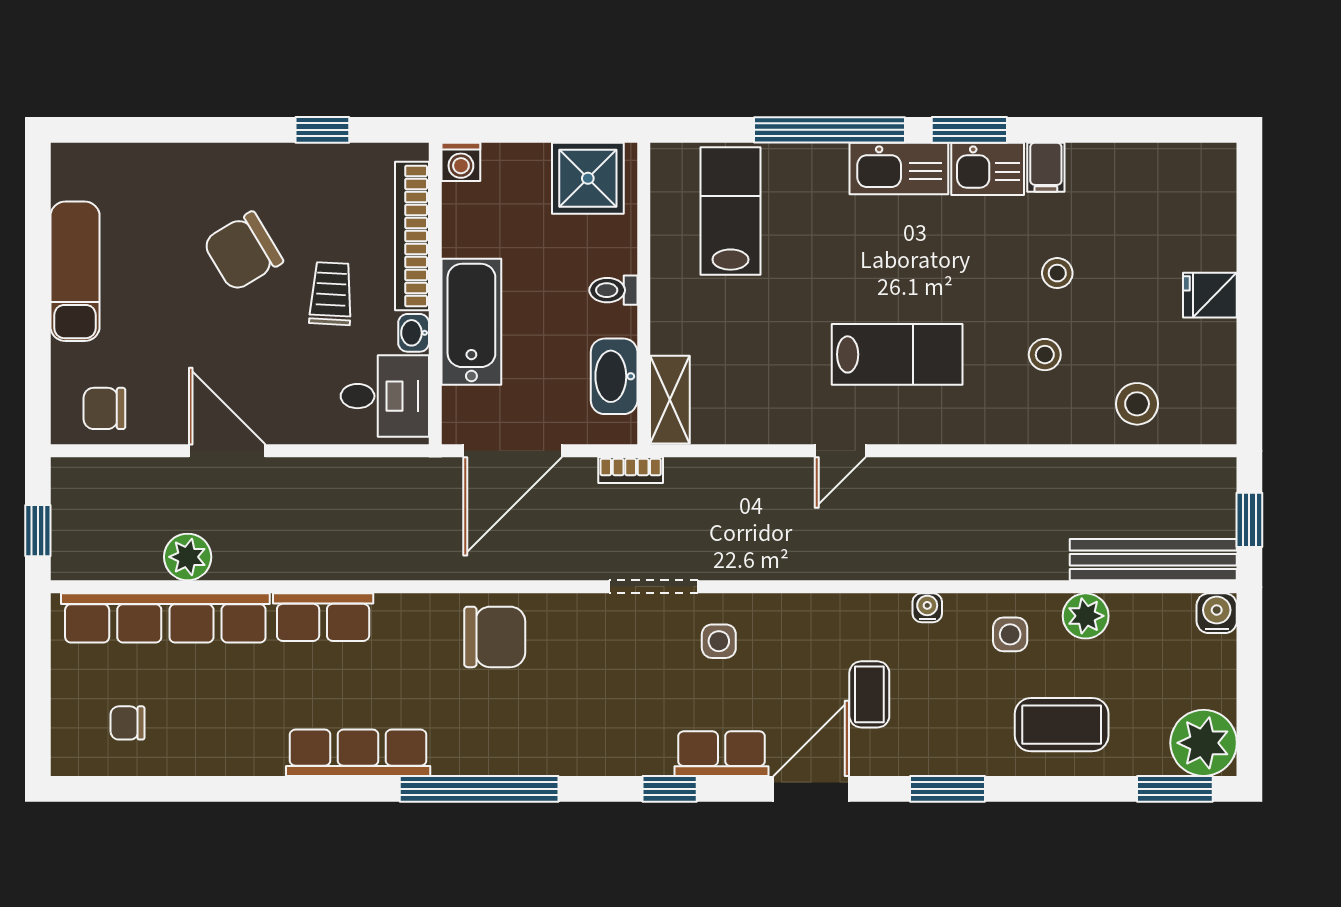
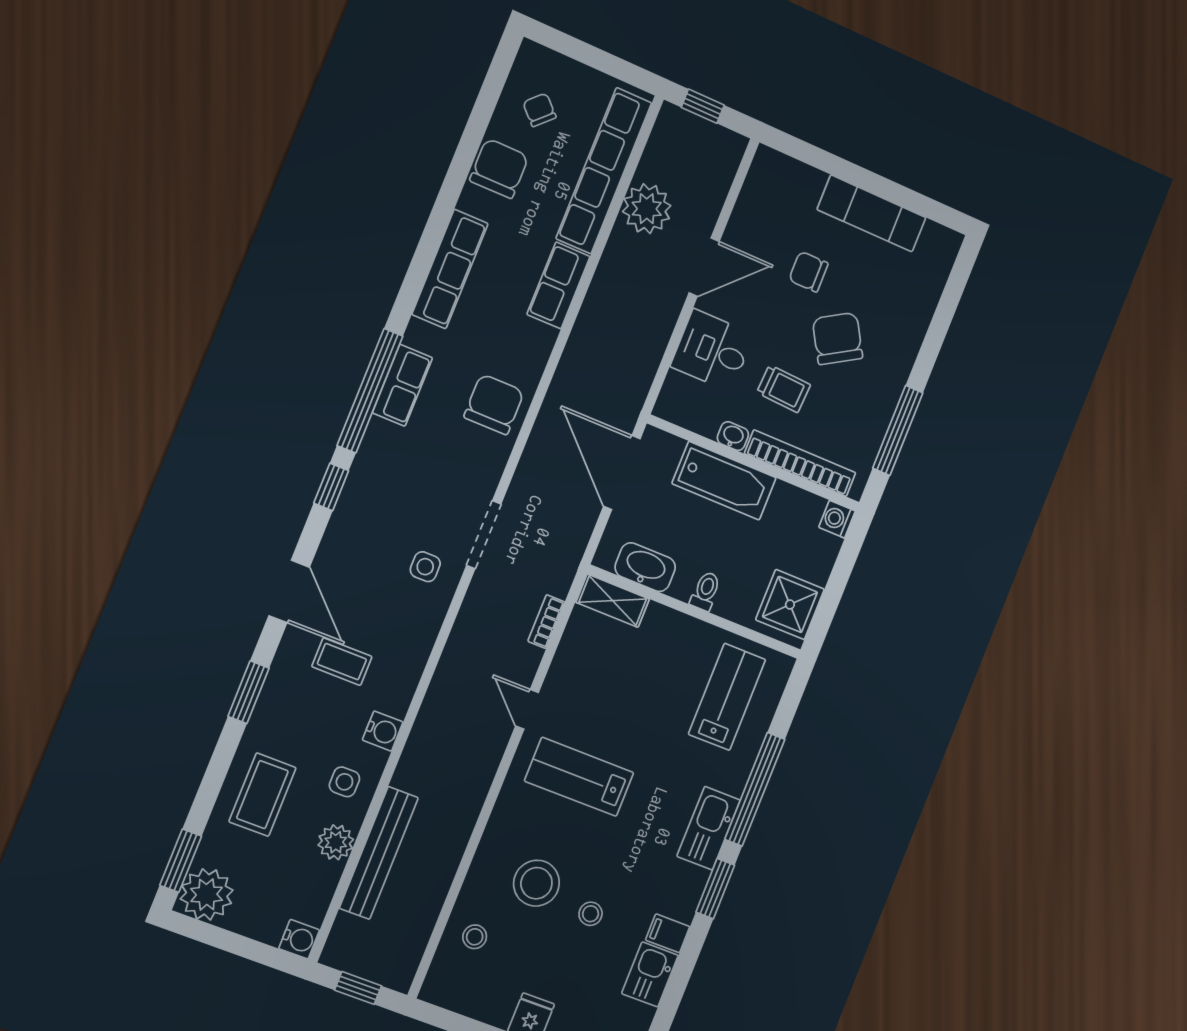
window: (322, 130) -> (898, 430), width x2.17
kitchen sink: (988, 169) -> (650, 974), moved
lab bench: (730, 211) -> (727, 697), turned -90
lab bench: (897, 354) -> (579, 777), turned 90
stool: (1045, 355) -> (536, 883), width x1.89, depth x1.89
desk: (385, 396) -> (712, 350), moved, turned 90
stool: (1137, 404) -> (475, 937), width x0.73, depth x0.73
chair: (104, 408) -> (808, 272), moved, turned -90
bookcase: (631, 470) -> (546, 622), moved
plant: (188, 557) -> (647, 209), width x1.36, depth x1.36
bench: (1153, 560) -> (379, 853), moved
water cooler: (927, 608) -> (383, 731), width x1.38, depth x1.38
chair: (495, 637) -> (494, 404), turned 180
chair: (128, 723) -> (539, 110), turned -45
chair: (216, 743) -> (499, 168), added
row of seats: (722, 754) -> (402, 385), moved
window: (479, 789) -> (370, 391), moved

